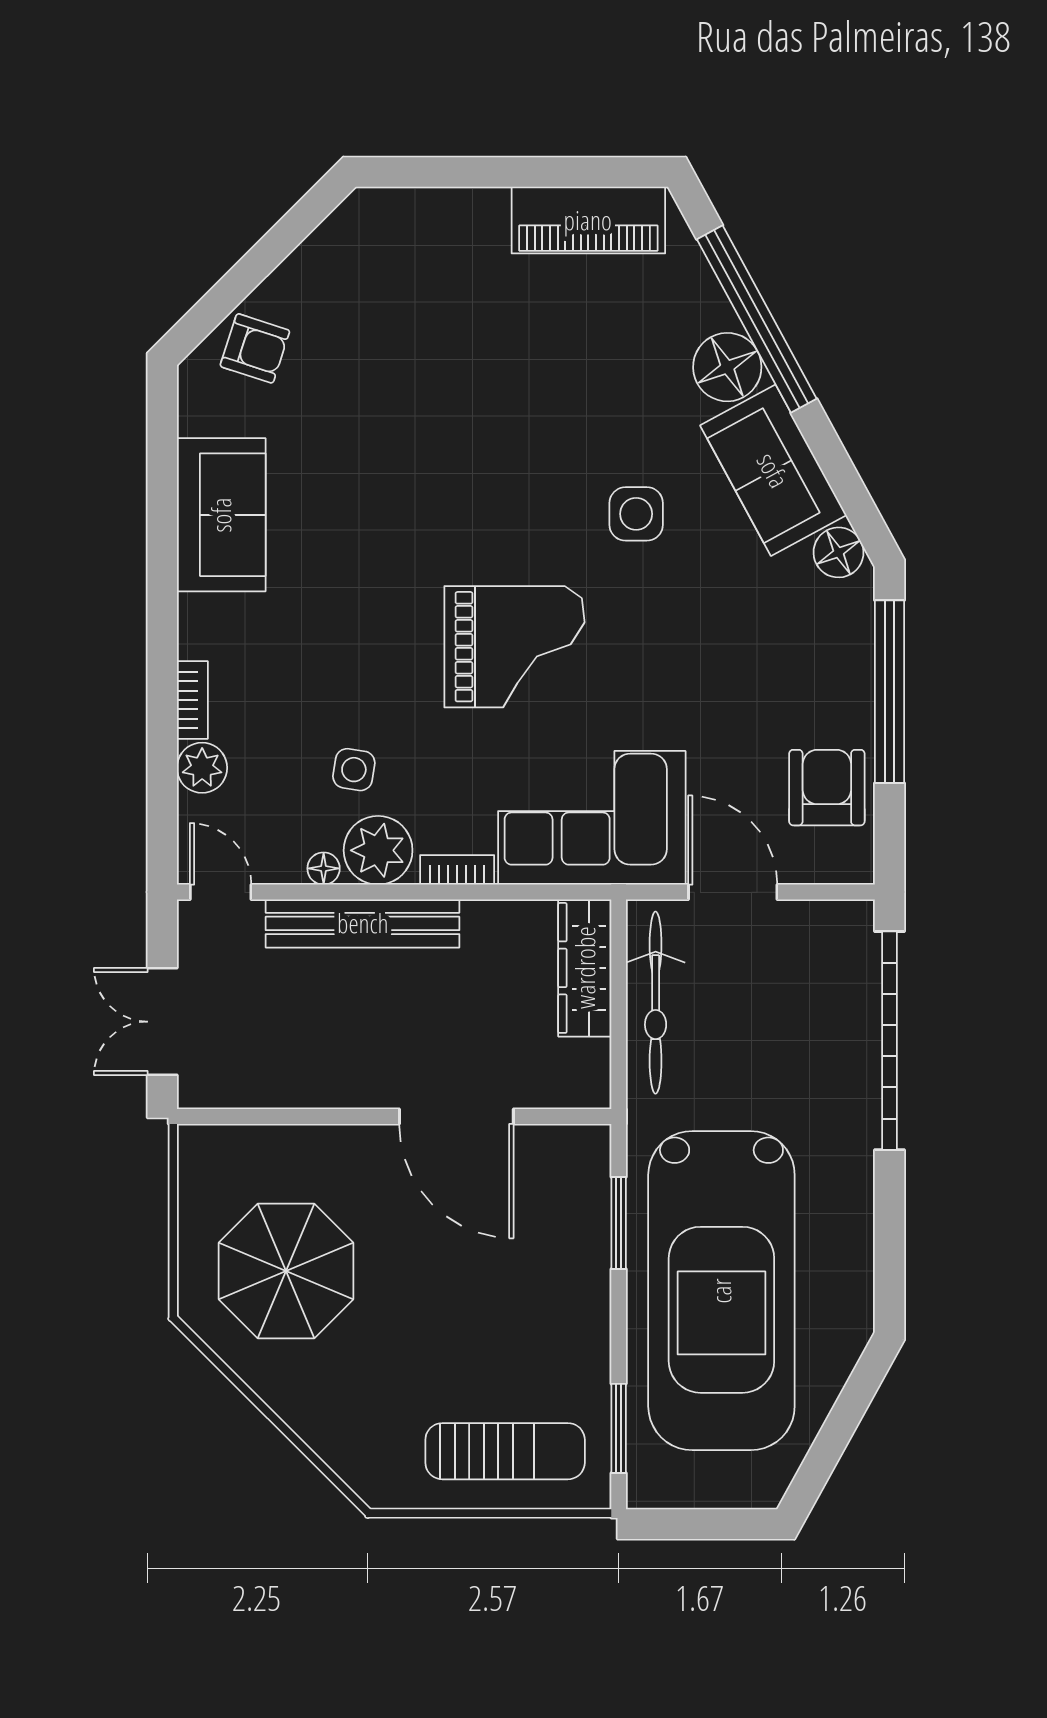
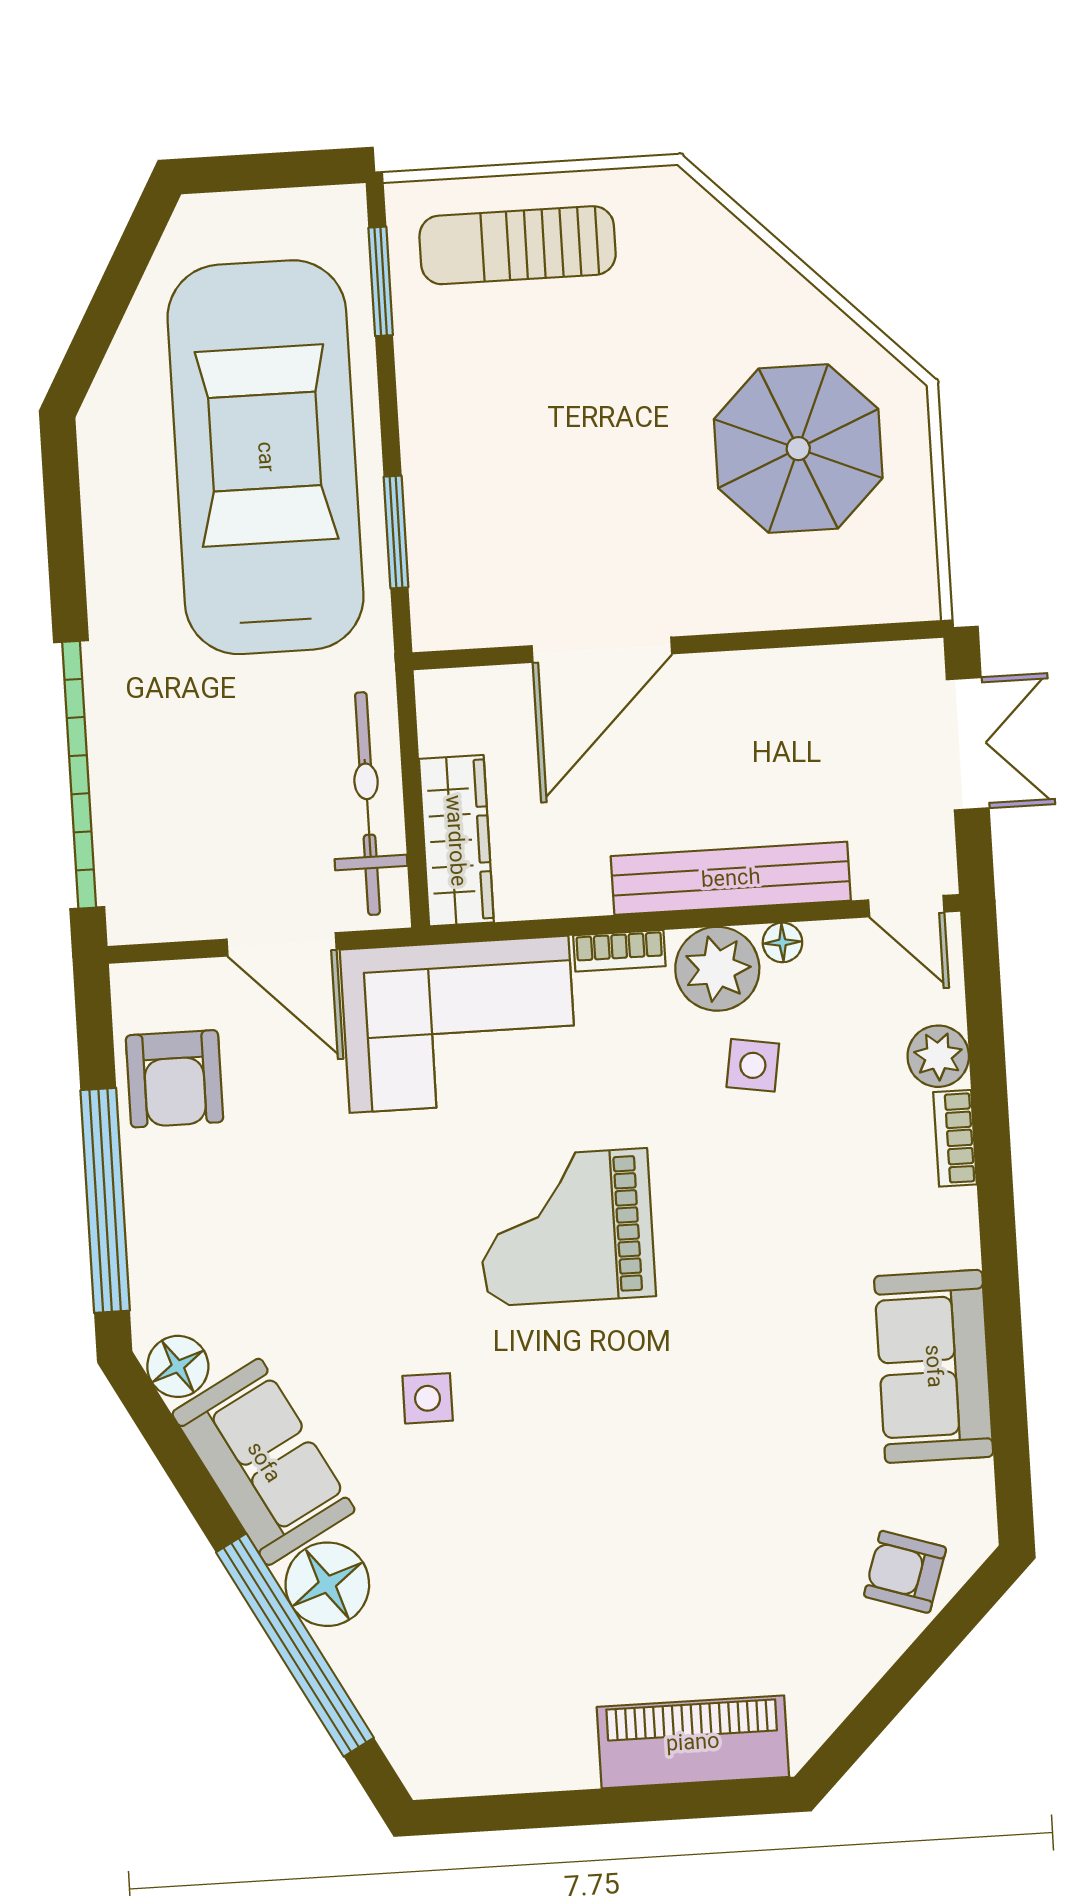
piano: (588, 220) -> (693, 1742), moved
side table: (636, 514) -> (428, 1398), width x0.73, depth x0.73
door: (456, 1117) -> (602, 650), swing flipped

